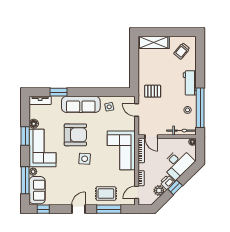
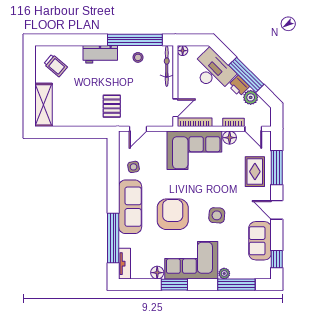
window: (58, 92) -> (113, 238), width x2.11
side table: (85, 159) -> (217, 215), moved
floor lamp: (130, 175) -> (230, 138), added
window: (175, 187) -> (246, 75), width x2.17
sofa: (37, 190) -> (260, 241), moved, turned -90

